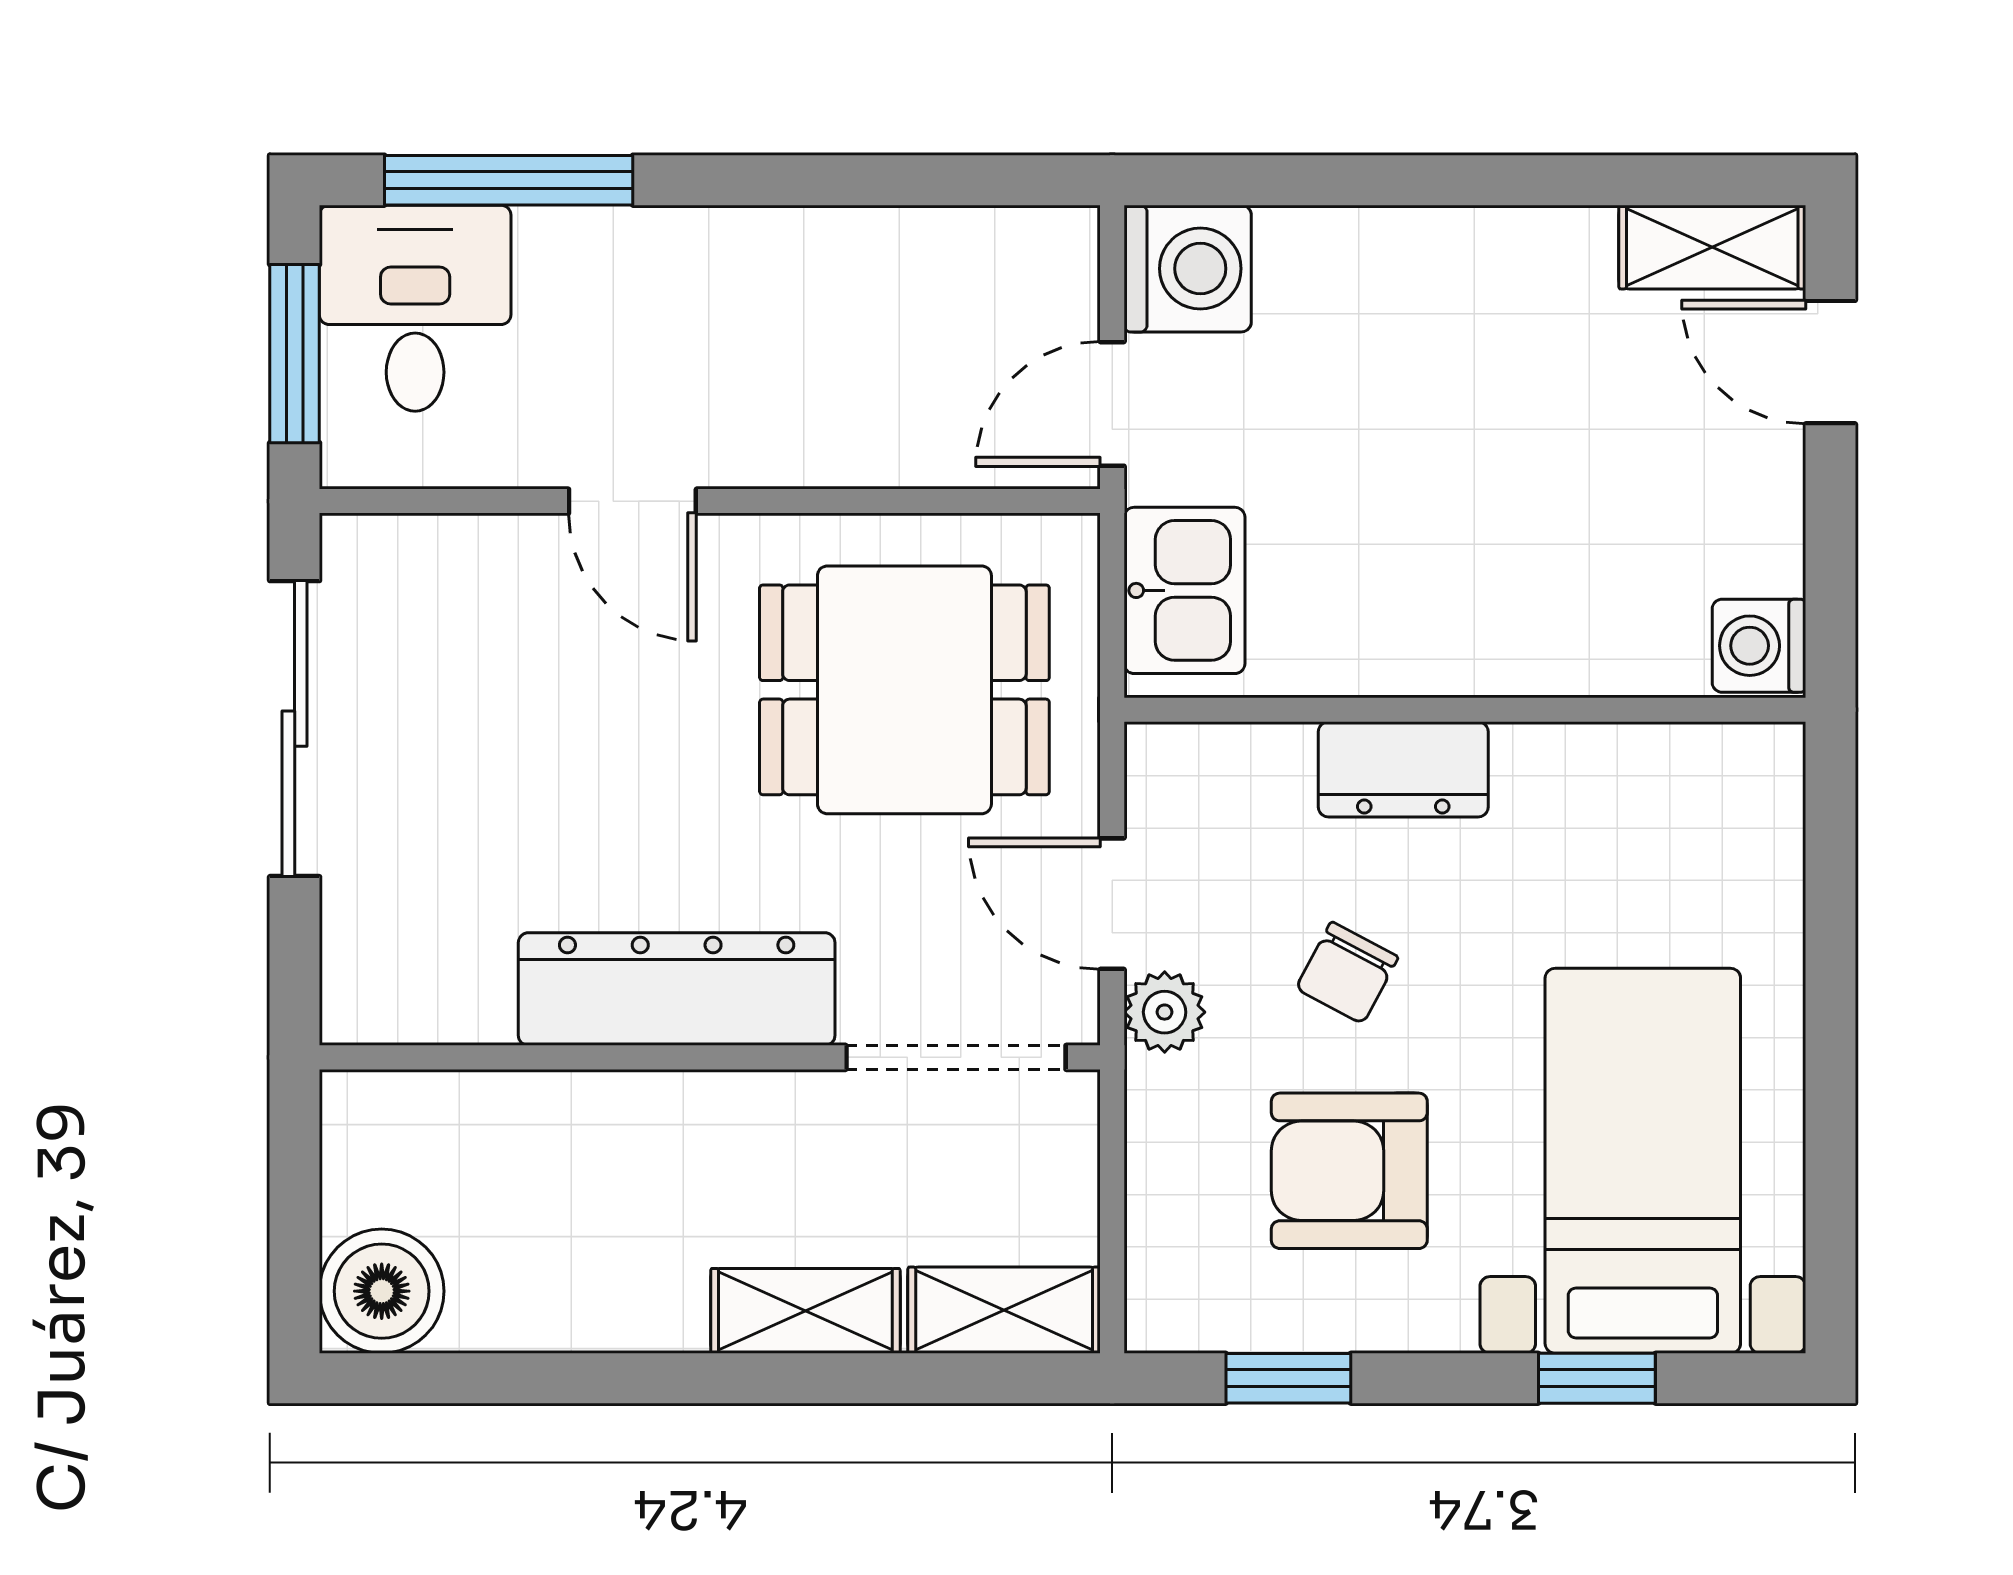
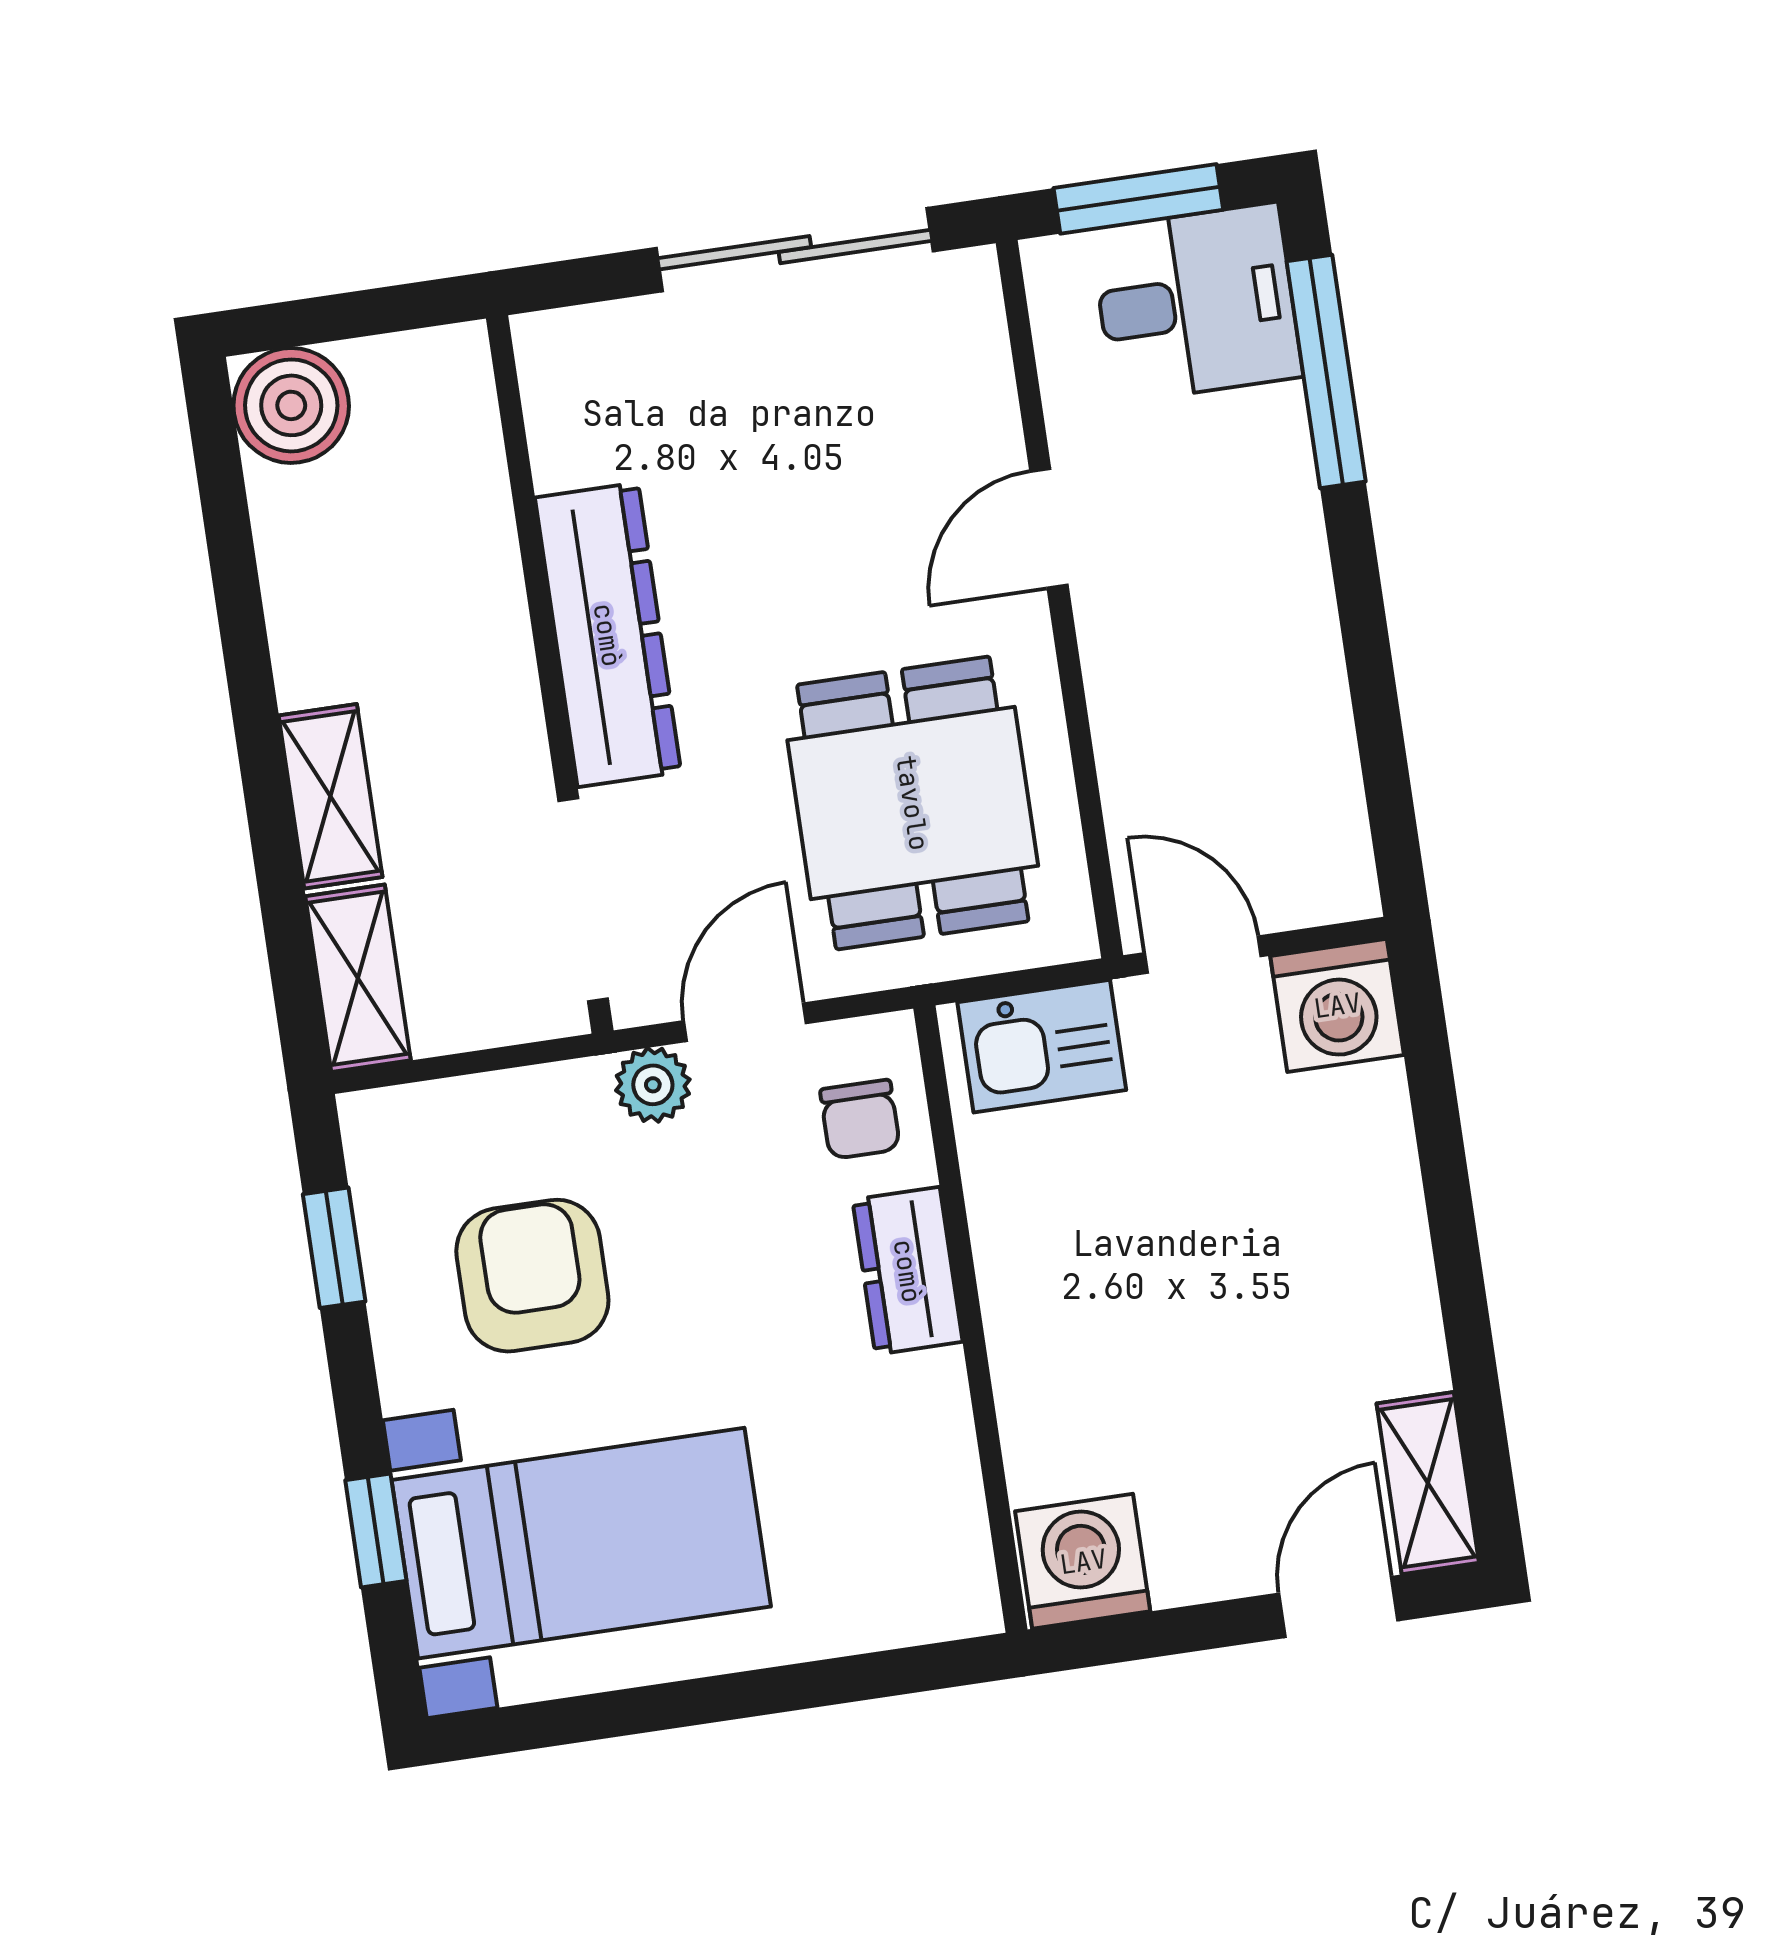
washing machine: (1759, 646) -> (1083, 1561), width x1.38, depth x1.38
chair: (1347, 973) -> (860, 1119), moved, turned -118

